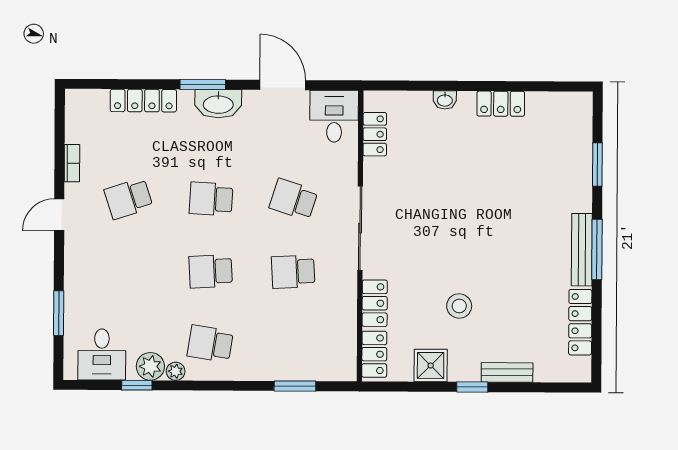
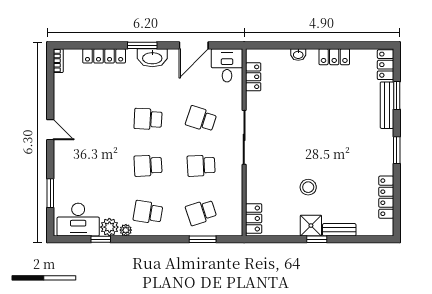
door: (283, 85) -> (194, 45), swing flipped
bookcase: (72, 163) -> (58, 61), moved
school desk: (129, 198) -> (201, 212), moved
door: (59, 215) -> (50, 130), swing flipped
window: (597, 249) -> (397, 150), width x0.69
bench: (582, 250) -> (387, 105), moved
locker: (375, 303) -> (385, 65), moved, turned 180
desk: (102, 354) -> (78, 220), width x1.37
shower: (431, 365) -> (311, 226), moved

